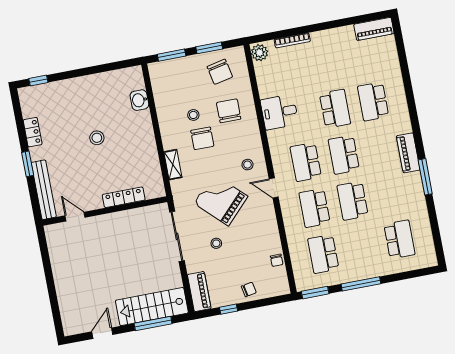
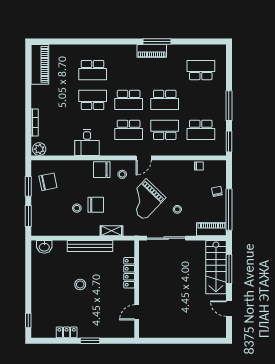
piano: (374, 29) -> (40, 64), width x1.37, depth x1.33
washbasin: (139, 100) -> (44, 247), moved
chair: (229, 111) -> (102, 170), moved
piano: (408, 153) -> (152, 51), moved
bench: (44, 190) -> (90, 246), moved
school desk: (314, 208) -> (165, 130), turned 180
window: (229, 309) -> (229, 210), width x3.17

